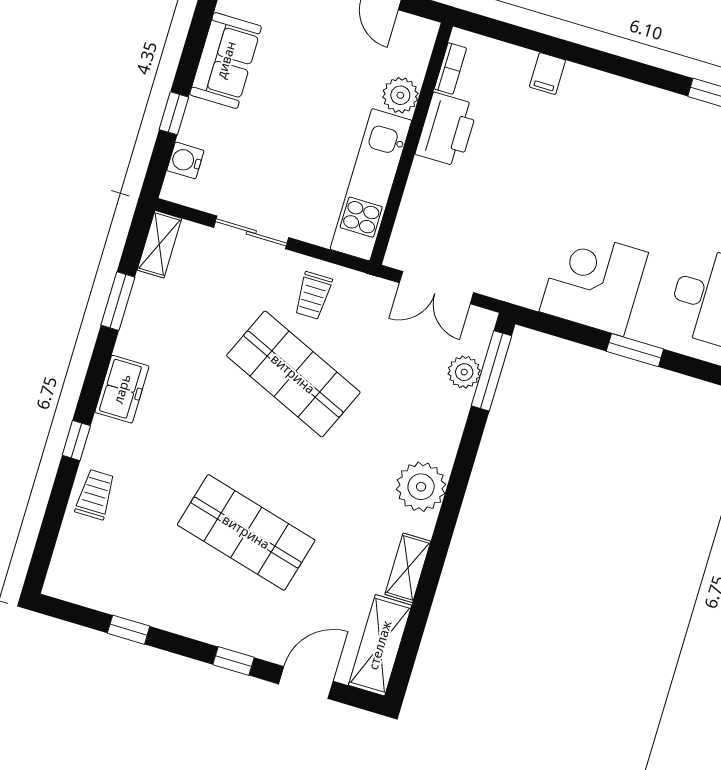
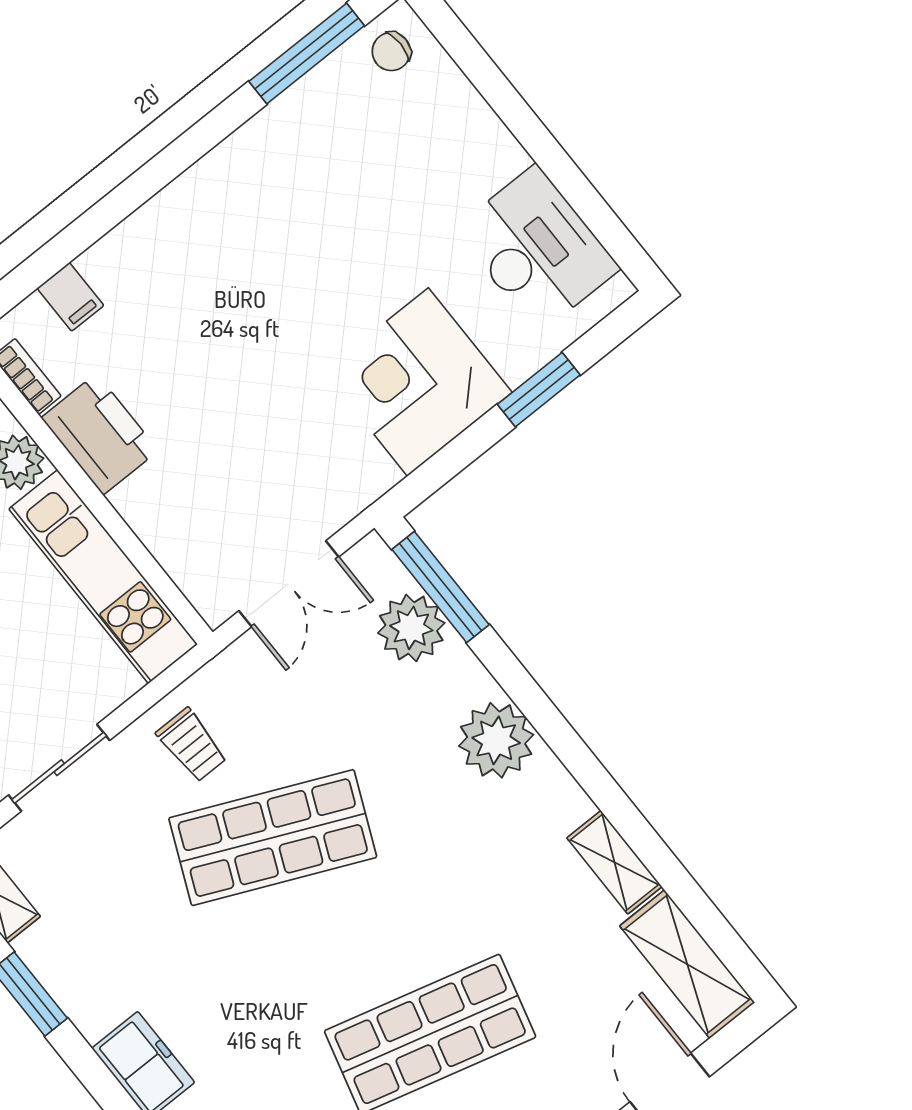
filing cabinet: (547, 74) -> (70, 297), moved
plant: (464, 372) -> (411, 628), width x1.36, depth x1.36
plant: (421, 487) -> (496, 740), moved

